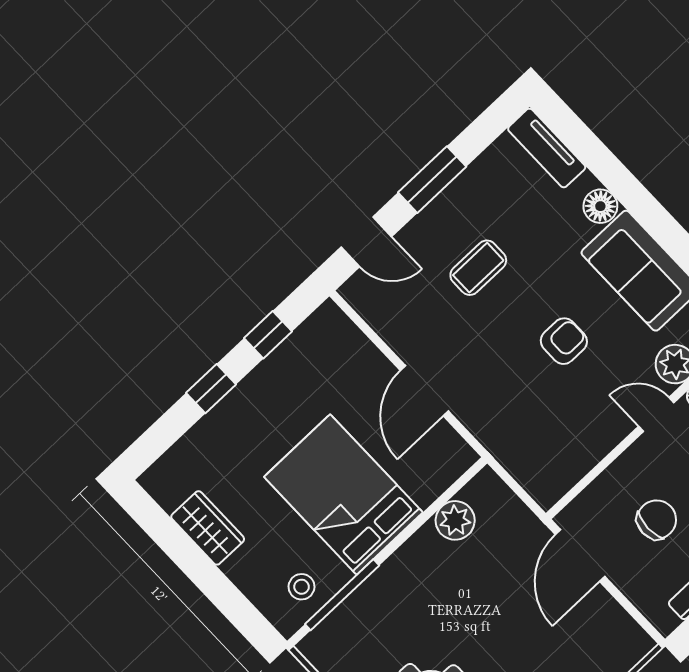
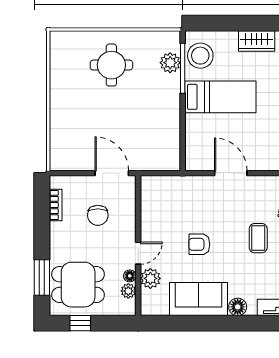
armchair: (564, 341) -> (199, 244), turned 90
bed: (343, 495) -> (220, 97), width x0.67
plant: (455, 520) -> (170, 63), moved
stool: (302, 587) -> (200, 56), width x1.89, depth x1.89

